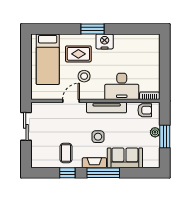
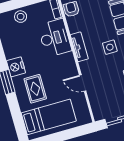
stool: (84, 76) -> (21, 17), moved
tv unit: (107, 108) -> (79, 47), width x0.71

